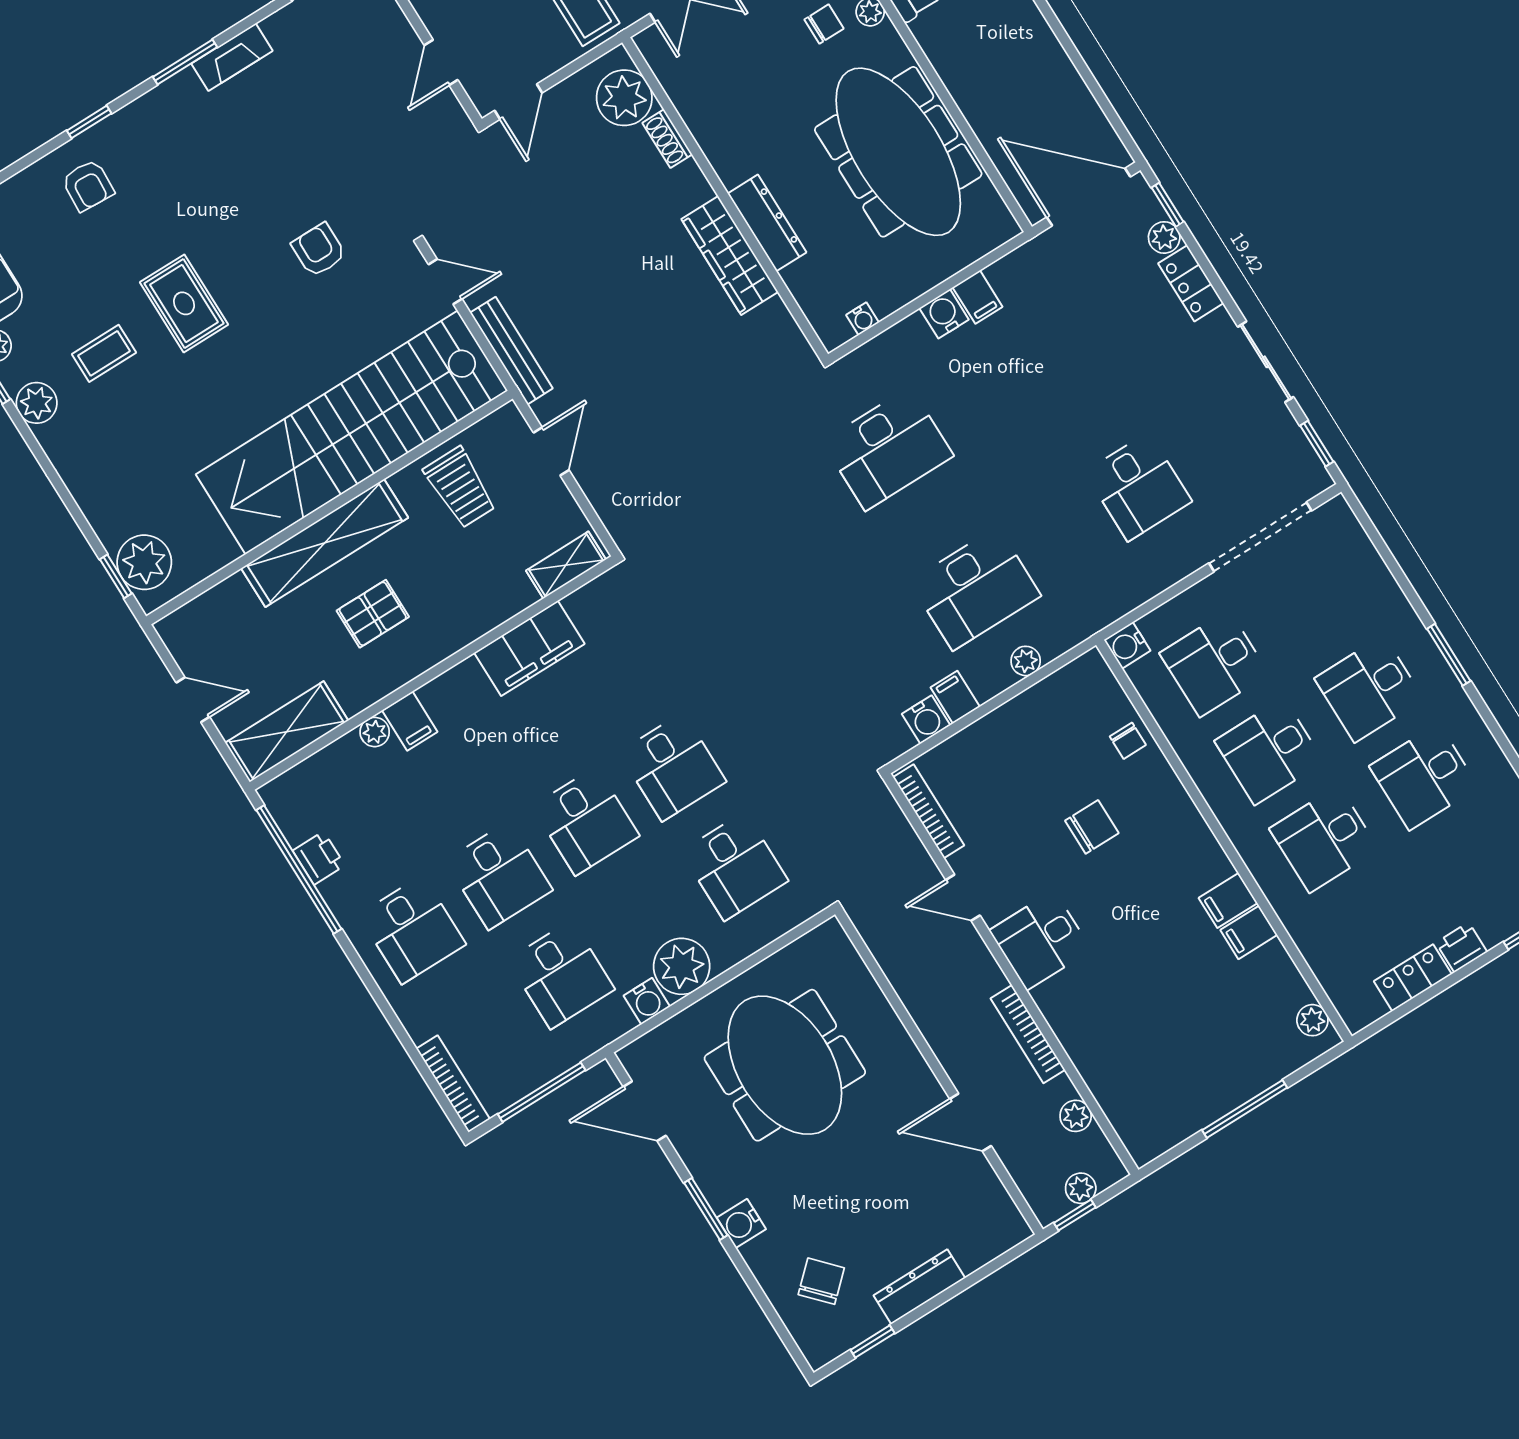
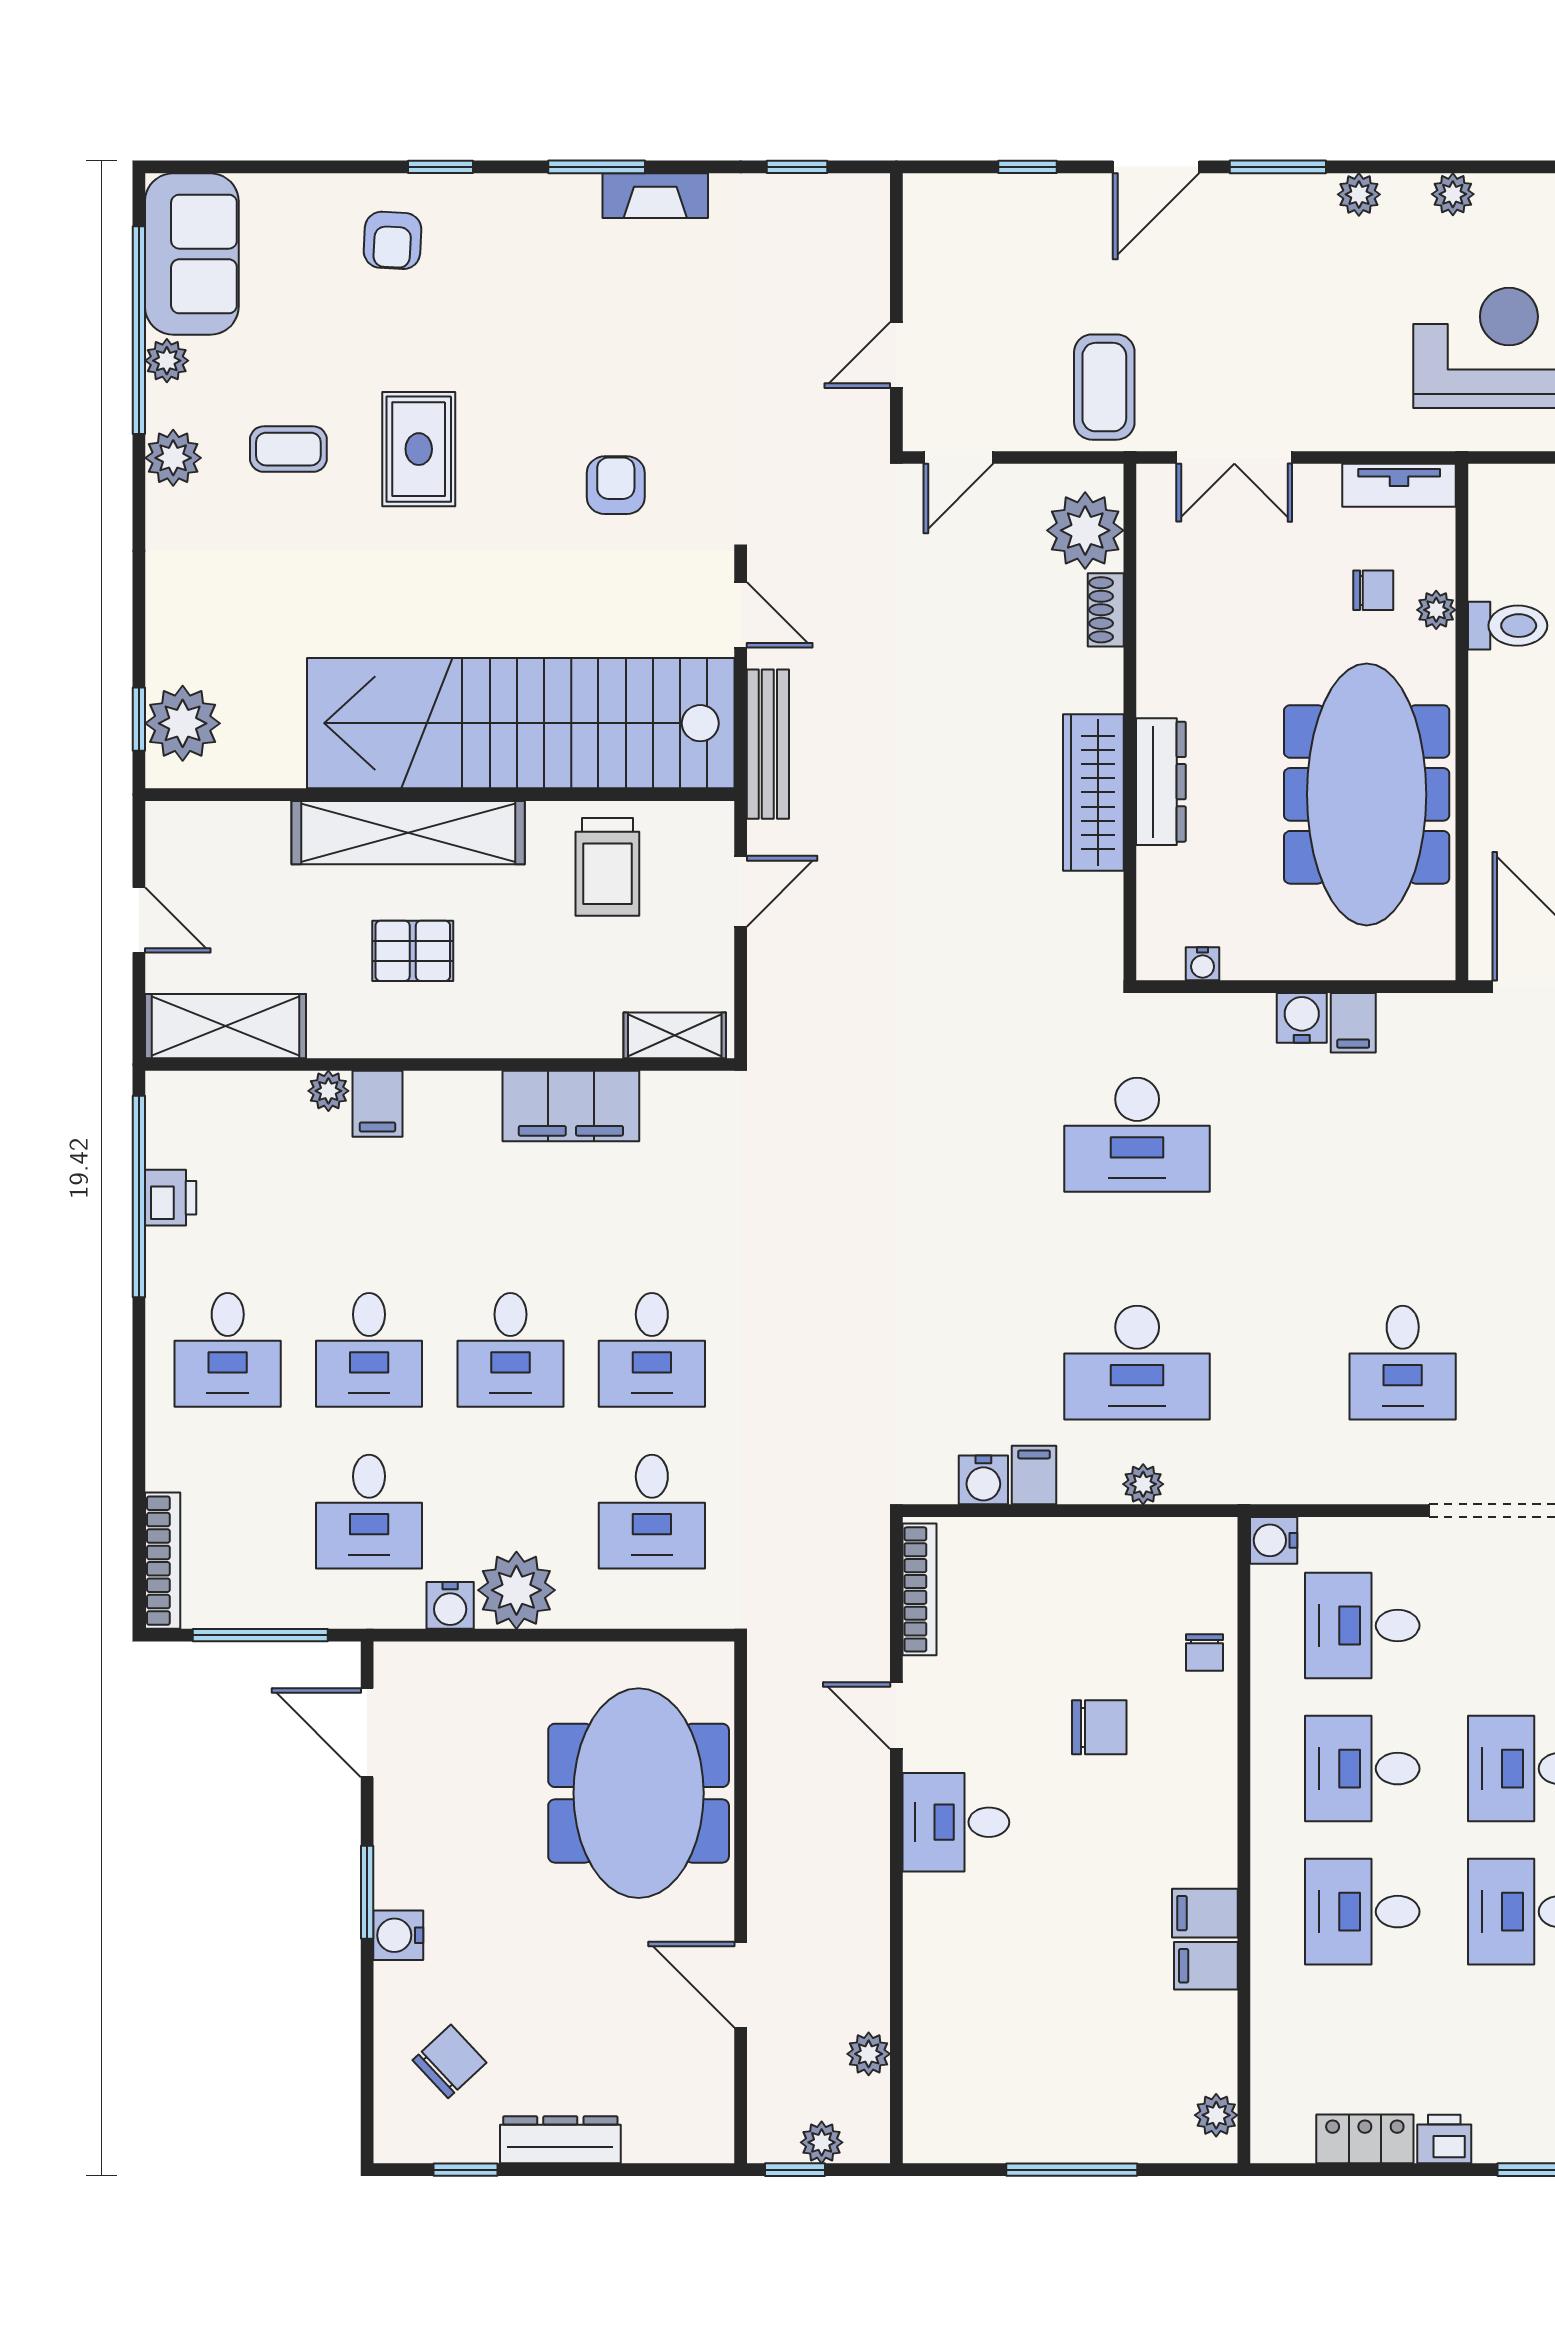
bookcase: (1028, 1034) -> (872, 1923), removed
meeting table: (785, 1065) -> (639, 1793), moved

